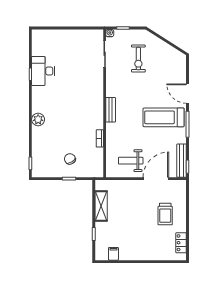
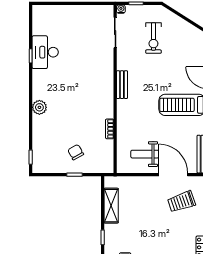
bench: (111, 110) -> (122, 85), moved
door: (156, 179) -> (173, 175), hinge flipped
trolley: (165, 214) -> (181, 202), moved, turned 71

